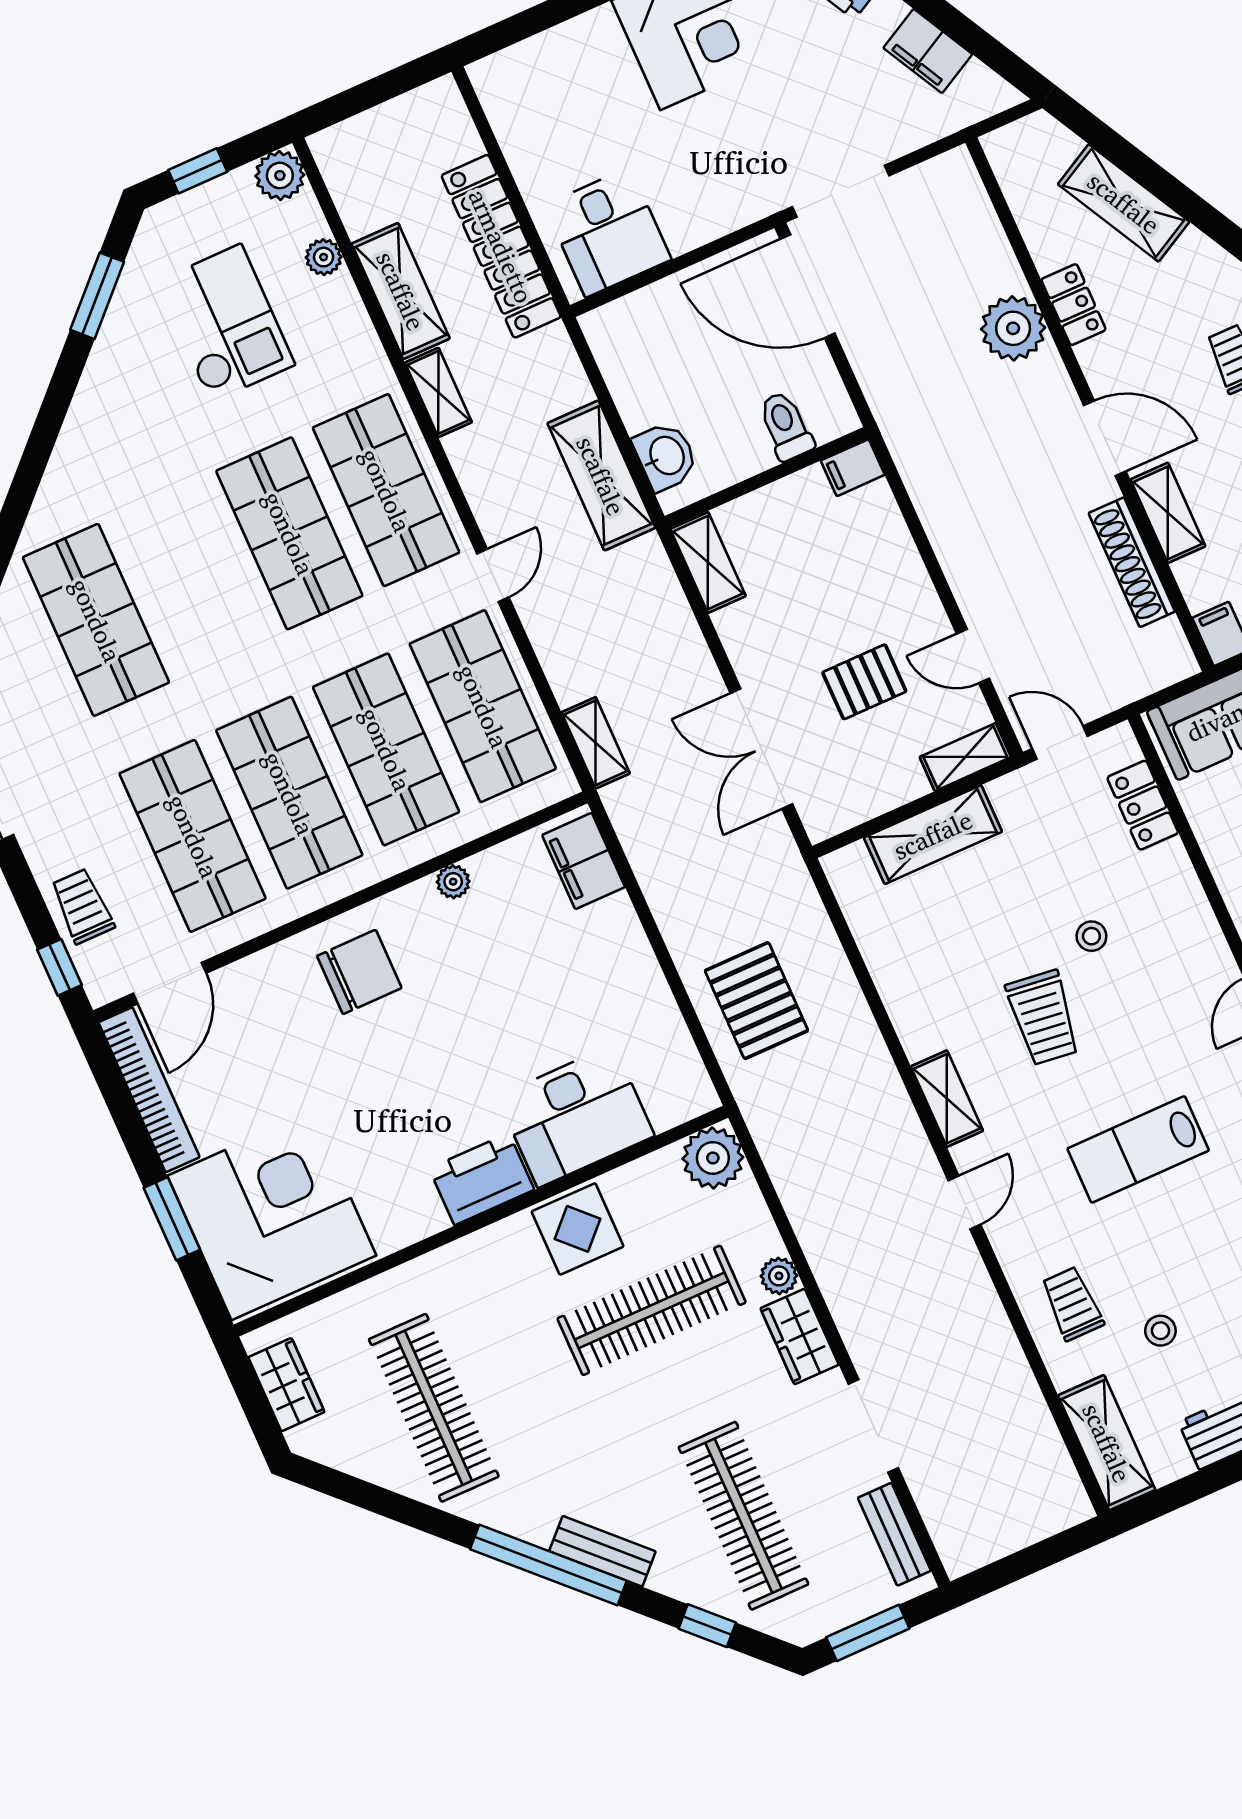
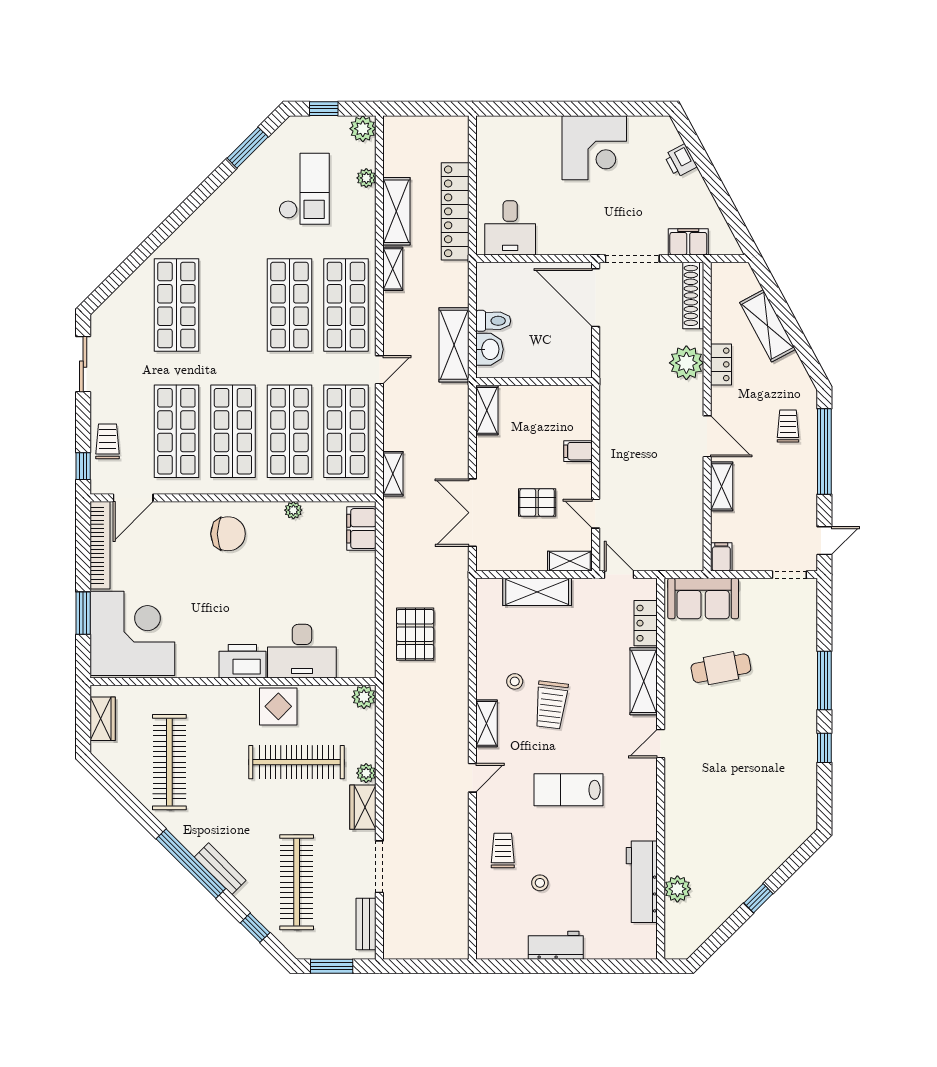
filing cabinet: (928, 51) -> (688, 242), moved, turned 118
toilet: (786, 426) -> (493, 321), moved, turned 90
filing cabinet: (853, 468) -> (578, 451), moved
shoe rack: (1132, 562) -> (693, 295), moved
stool: (1091, 936) -> (515, 681), moved
plant: (713, 1158) -> (364, 697), width x0.73, depth x0.73
shelving: (1107, 1443) -> (644, 681), moved

